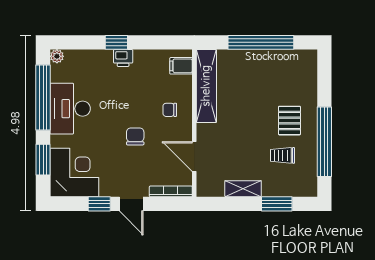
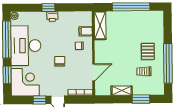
filing cabinet: (181, 66) -> (86, 31), moved
shelving: (206, 86) -> (100, 25), width x0.68
desk: (70, 109) -> (26, 46), width x1.36, depth x1.30
door: (194, 157) -> (94, 72), swing flipped

